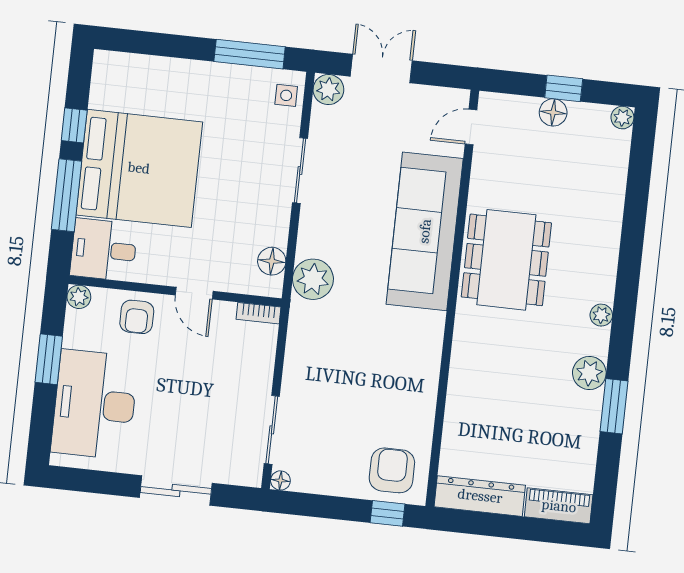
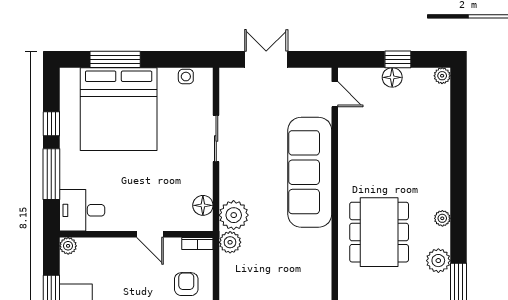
window: (250, 54) -> (115, 59), moved
plant: (328, 90) -> (230, 242), moved
side table: (286, 95) -> (186, 77), moved
door: (471, 127) -> (335, 94), swing flipped
bed: (139, 168) -> (119, 109), moved, turned 90
dining table: (506, 260) -> (379, 232), moved
armchair: (137, 317) -> (186, 284), moved, turned 180

